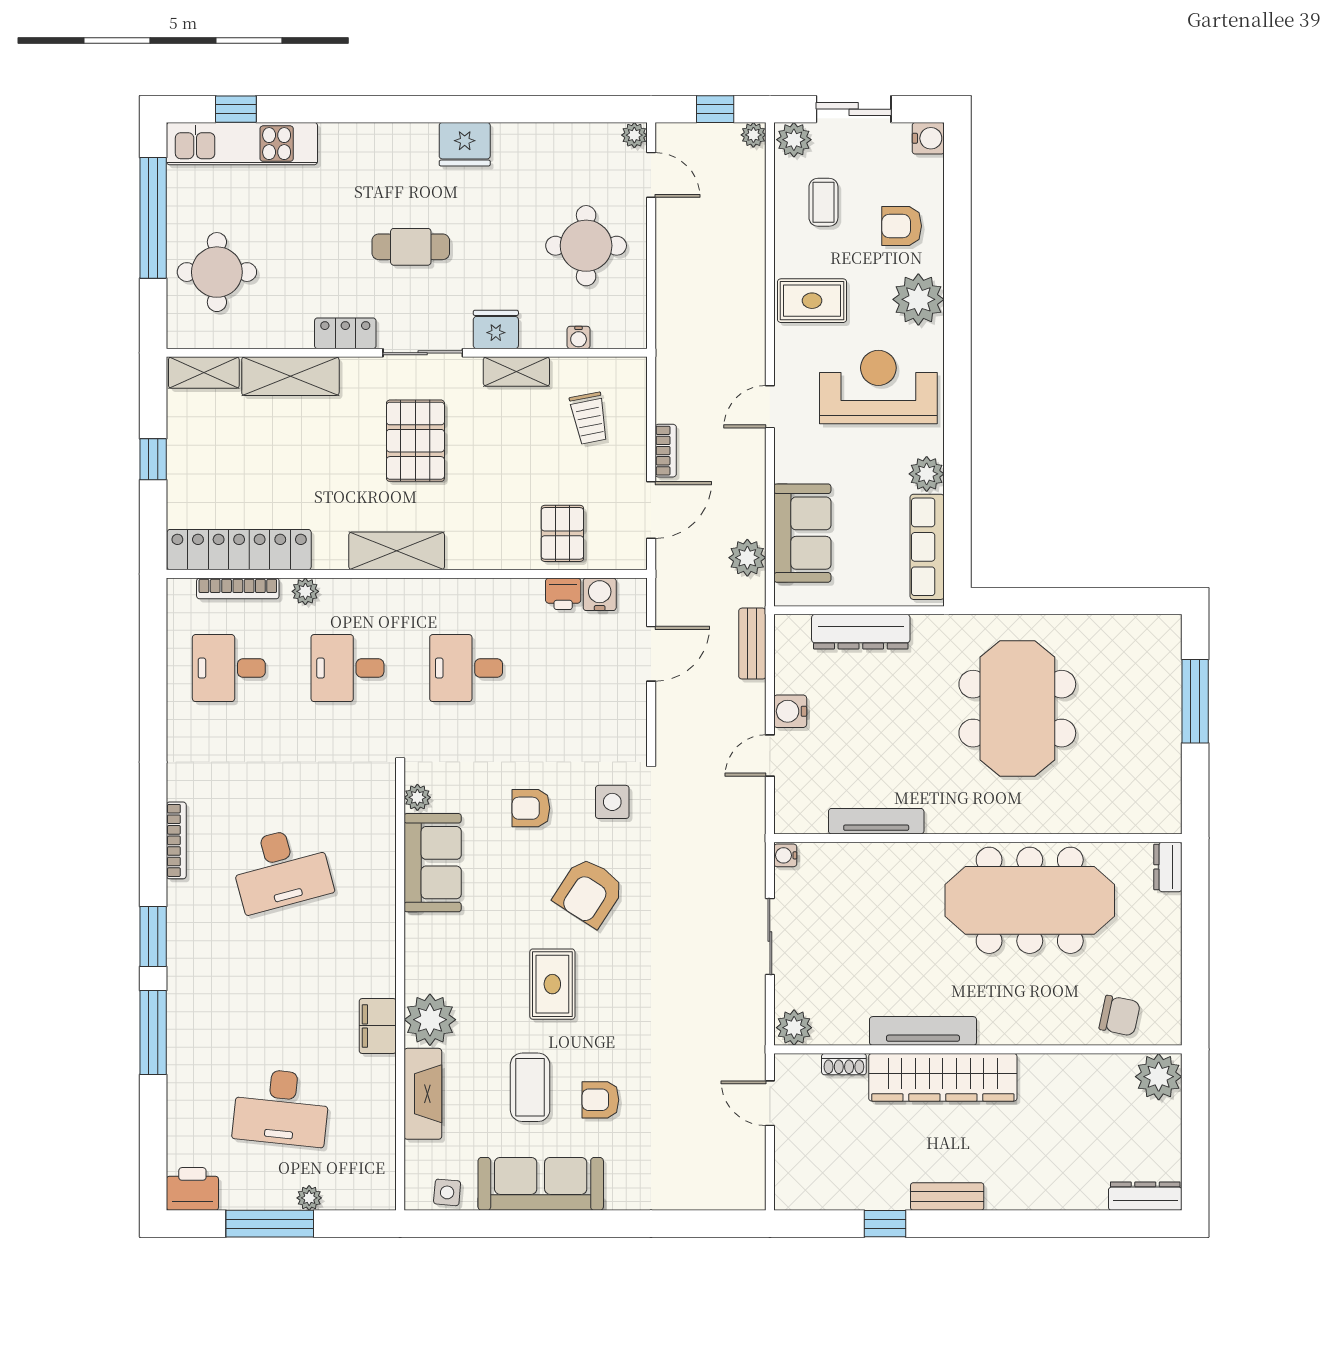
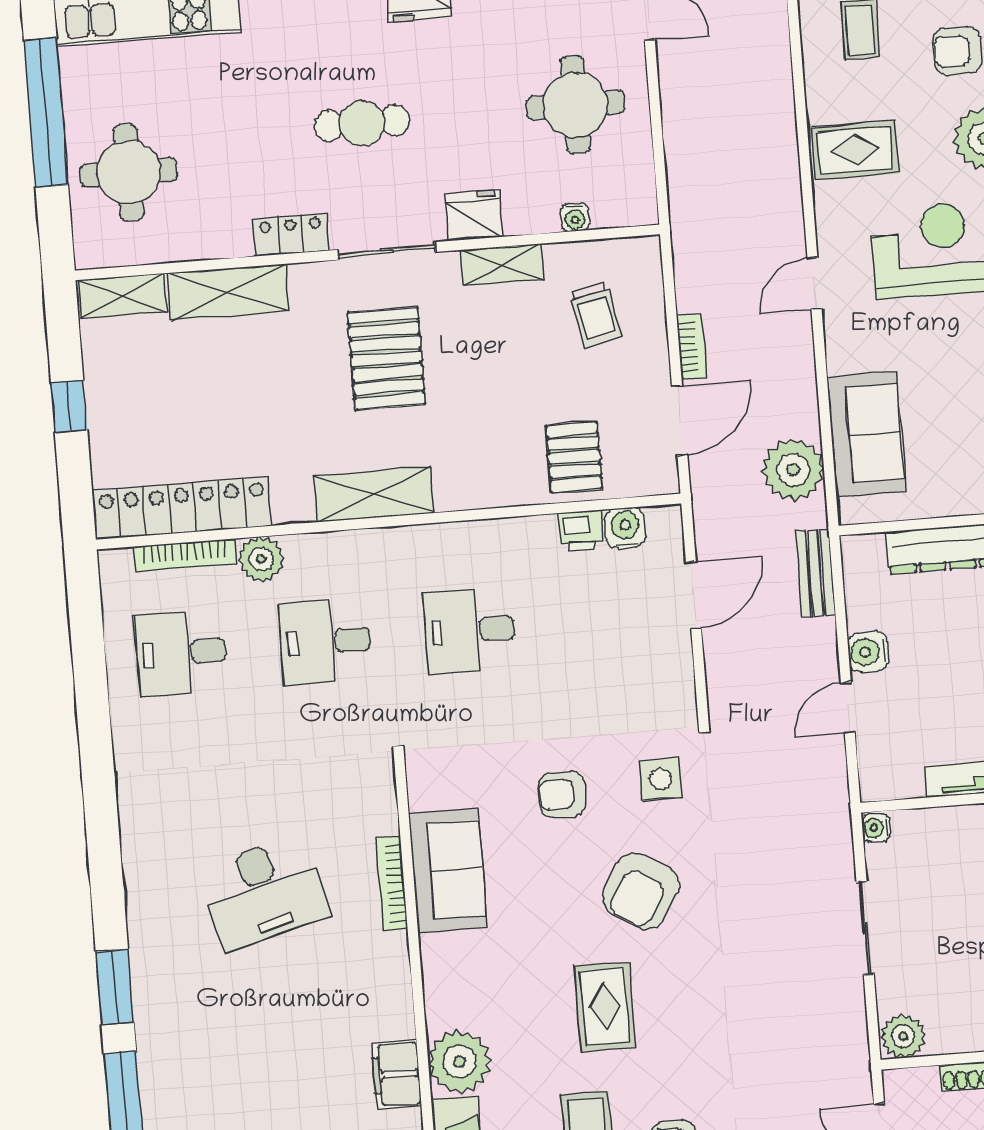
plant: (747, 558) -> (793, 470), width x1.36, depth x1.36
plant: (305, 591) -> (261, 559), width x1.38, depth x1.38
plant: (417, 797) -> (423, 792), removed
bookcase: (176, 840) -> (392, 883), moved, turned 180

